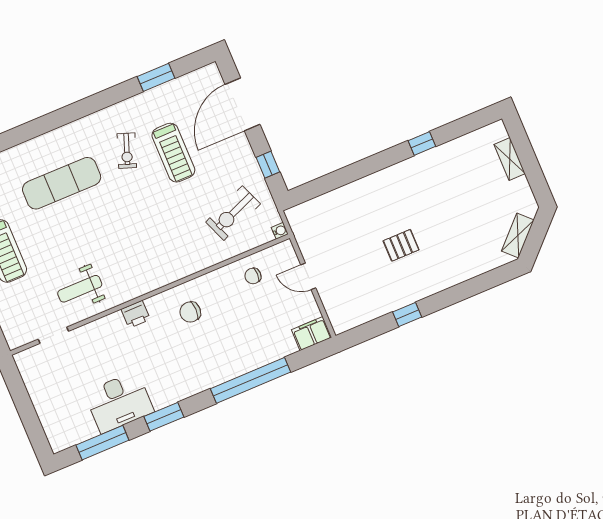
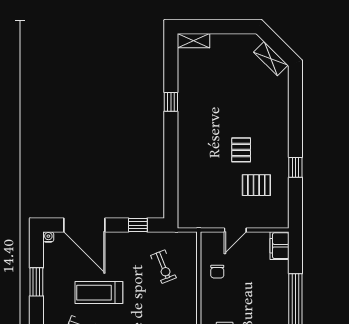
treadmill: (173, 153) -> (99, 293), turned 180
shelving: (510, 159) -> (194, 41), moved
exercise bike: (233, 213) -> (163, 267), width x0.73, depth x0.72
water cooler: (280, 231) -> (48, 237), moved
pallet: (369, 279) -> (256, 185), added

